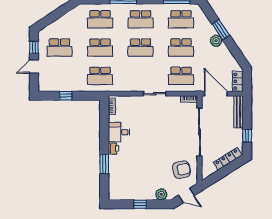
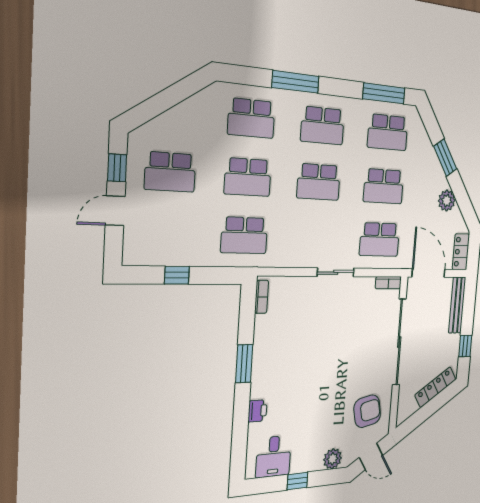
plant: (216, 41) -> (447, 201), moved
desk: (119, 132) -> (273, 457), moved, turned -90
printer: (114, 148) -> (257, 411), moved
window: (104, 164) -> (244, 364), moved

